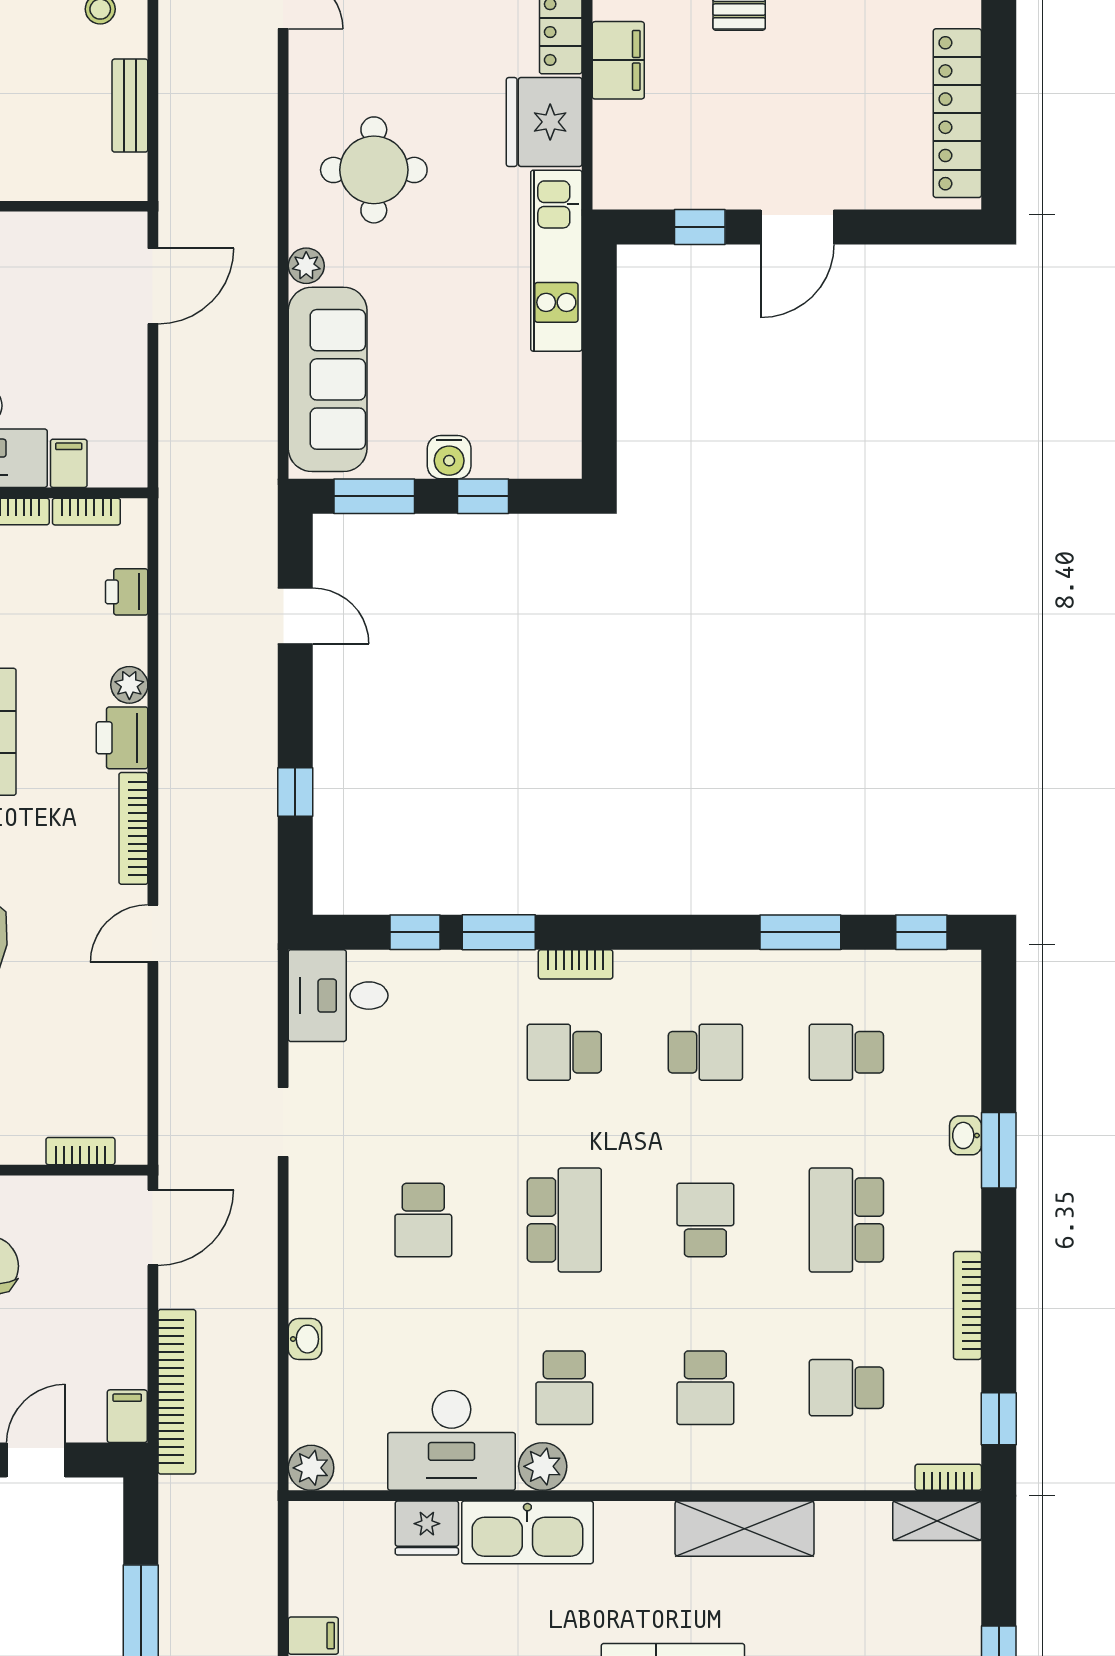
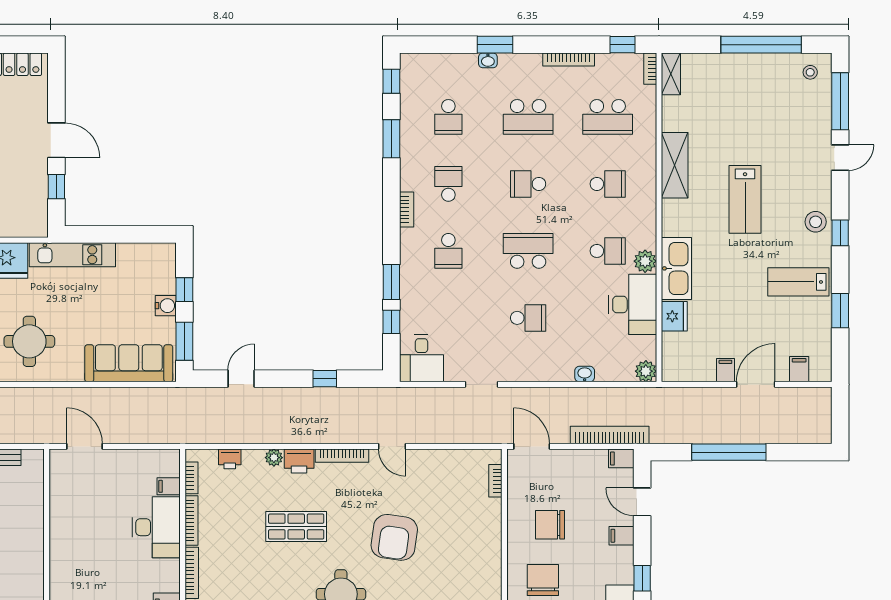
plant: (306, 266) -> (75, 374), removed
bookcase: (576, 964) -> (407, 210), moved
school desk: (846, 1388) -> (608, 117), width x1.85

